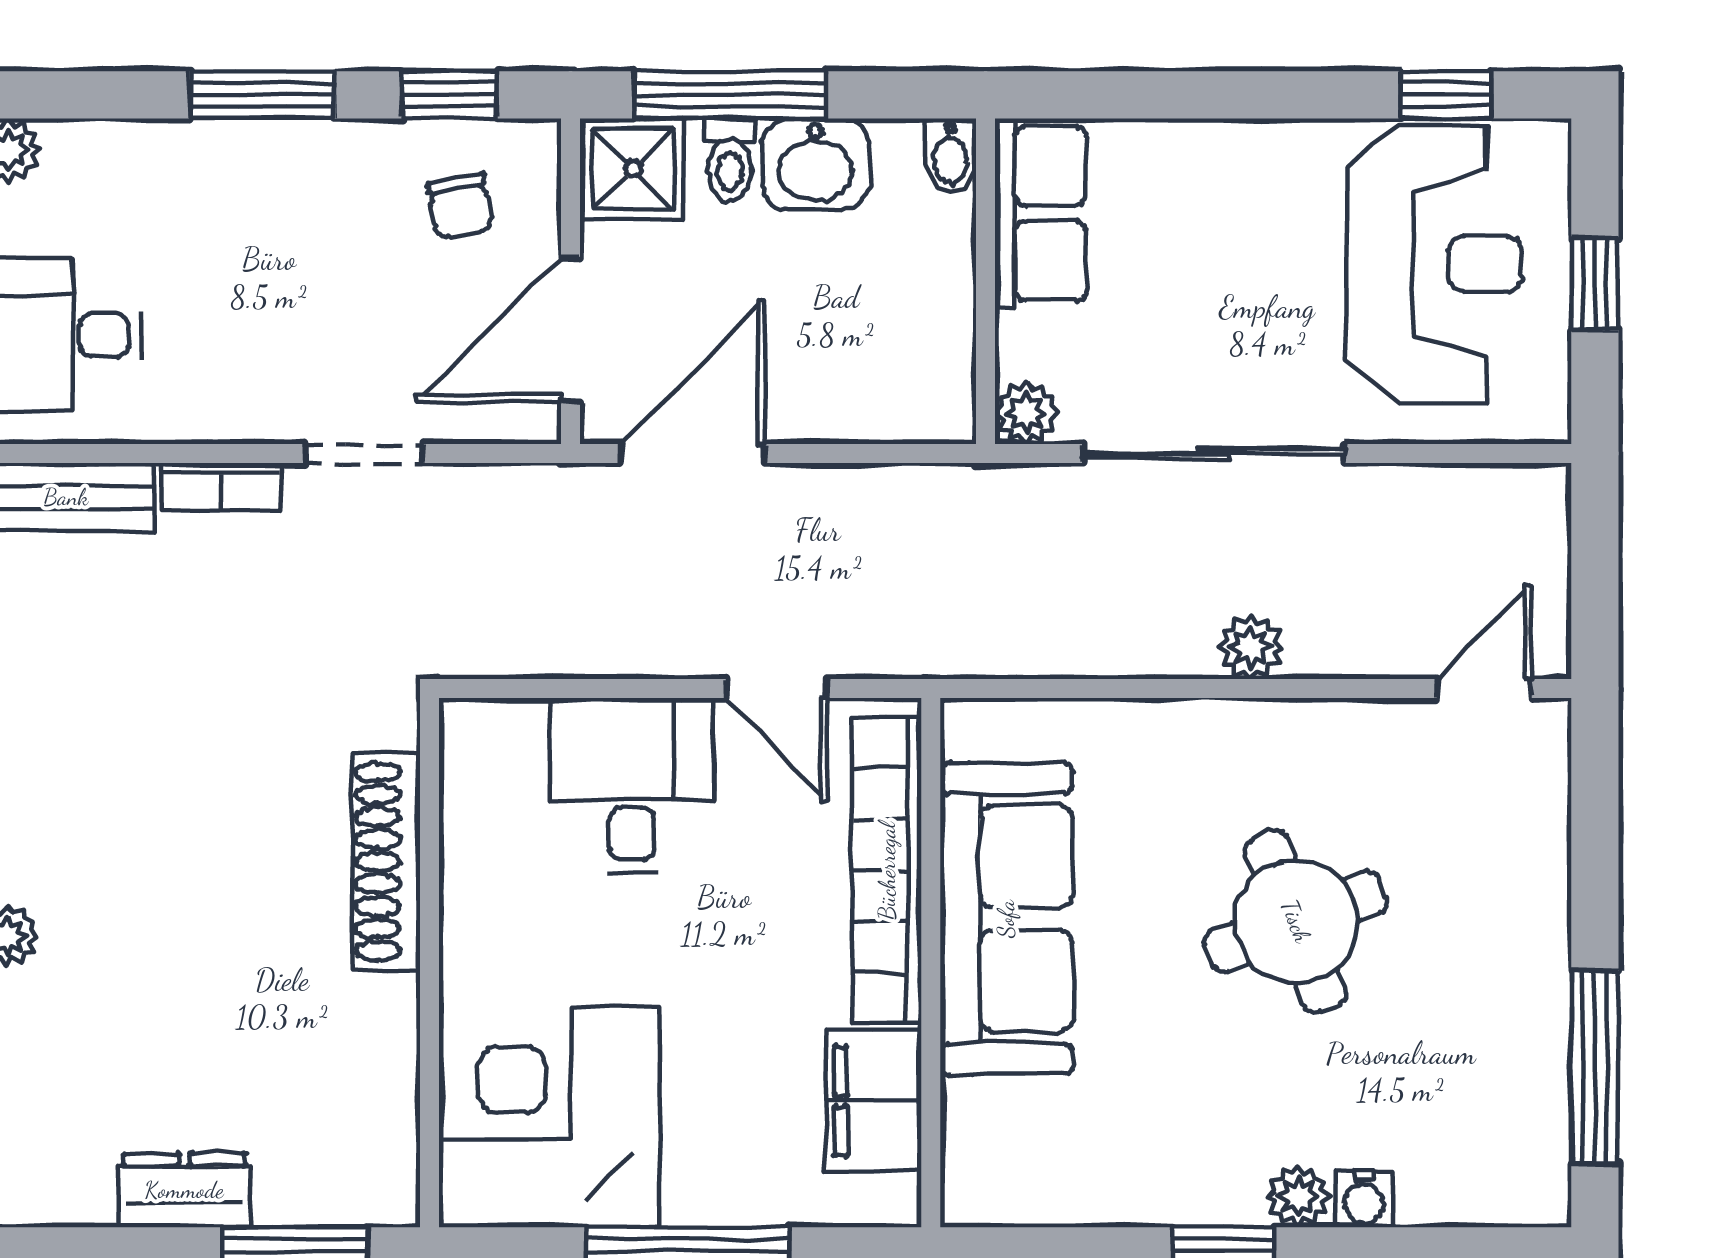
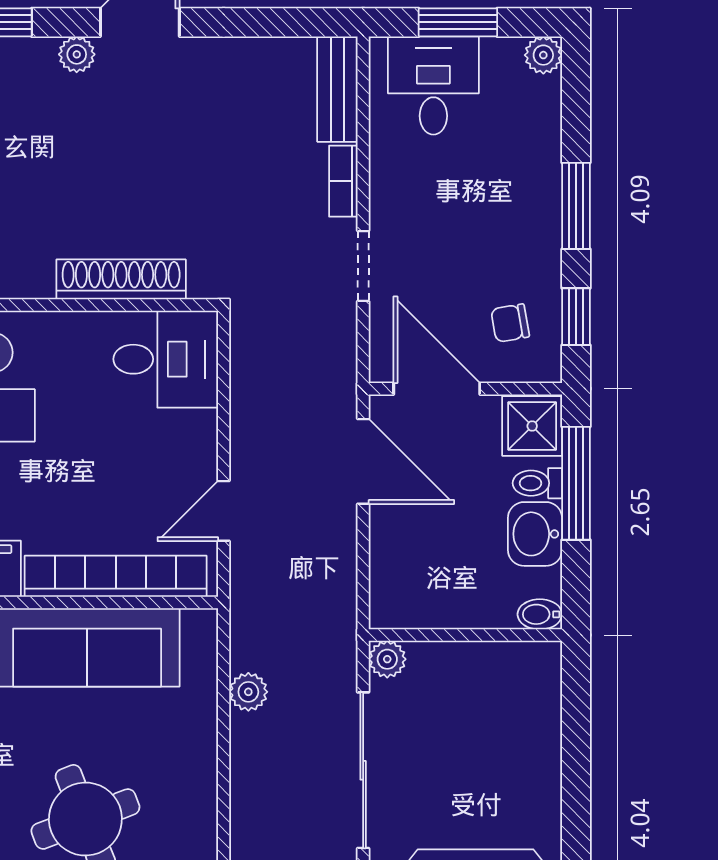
row of seats: (1040, 213) -> (506, 668), removed
plant: (1251, 647) -> (248, 692), moved
desk: (632, 786) -> (166, 359), moved

